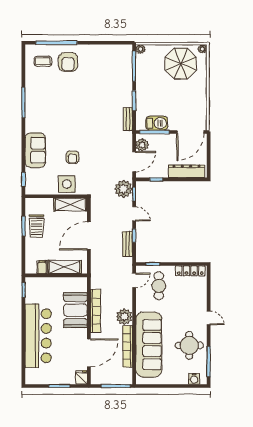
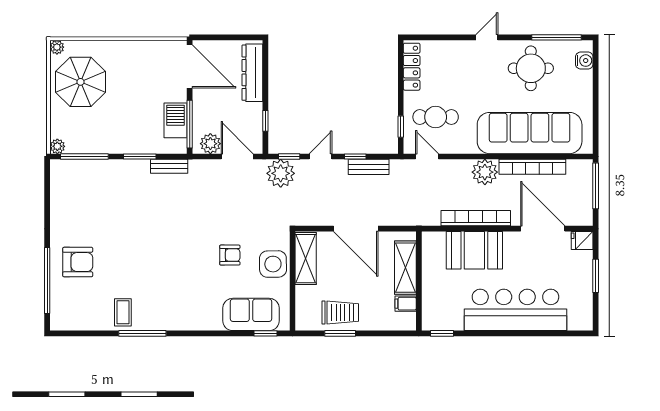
coffee table: (43, 61) -> (123, 312), moved
sofa: (35, 150) -> (251, 314), moved

